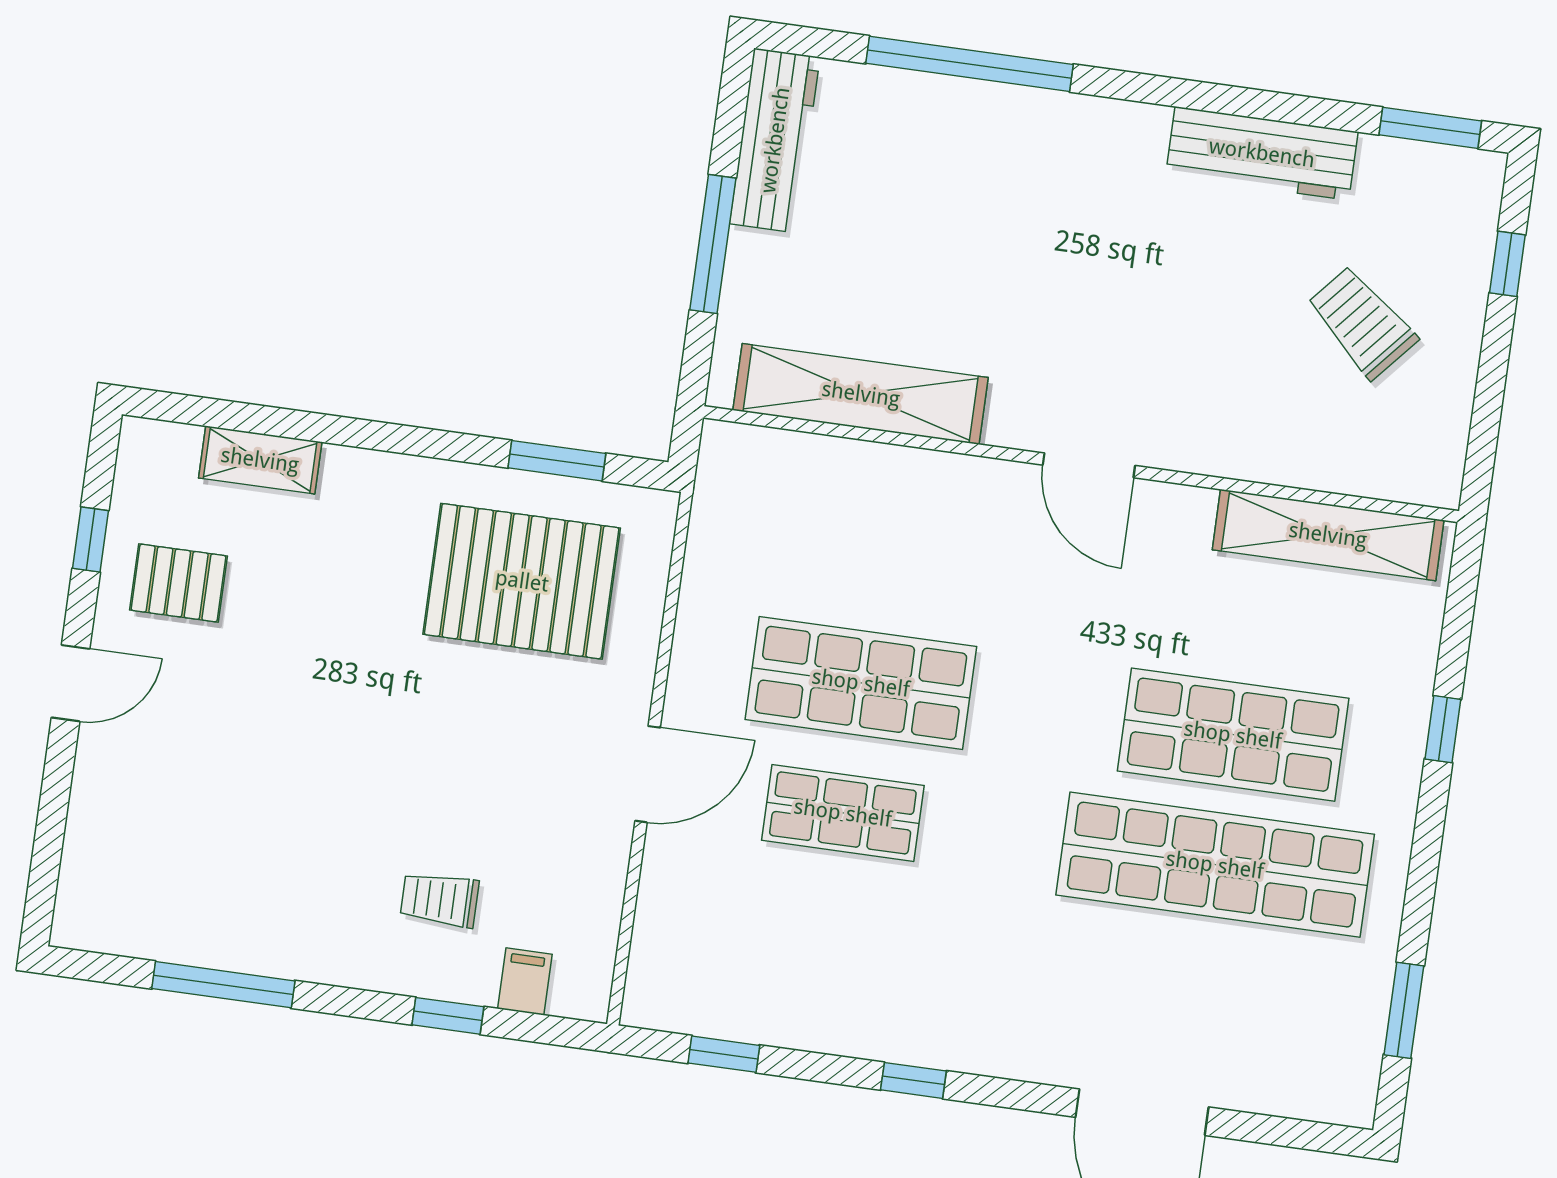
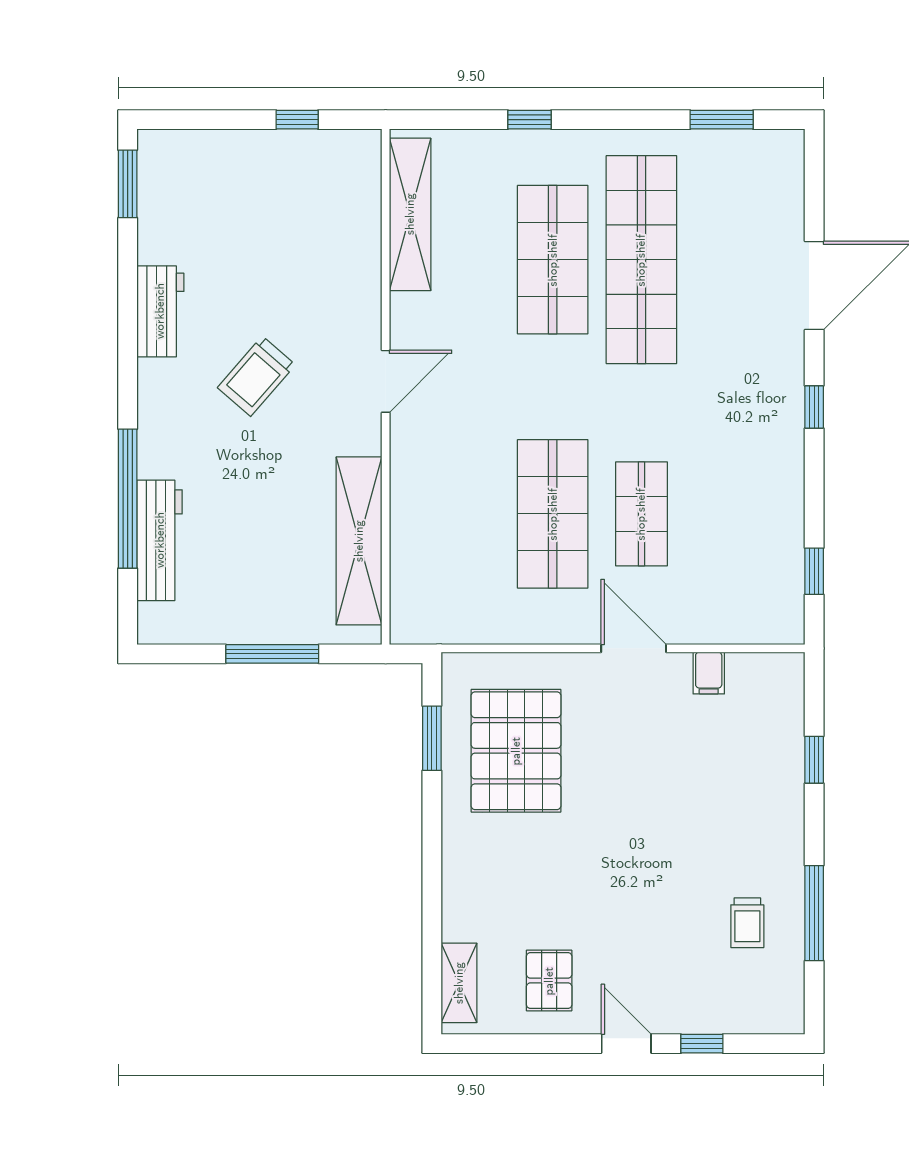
workbench: (775, 140) -> (160, 540), moved, turned 90
workbench: (1262, 153) -> (160, 311), width x0.73
window: (1507, 264) -> (297, 120), moved
trolley: (1362, 322) -> (256, 376), moved
shelving: (260, 460) -> (459, 983), moved
window: (90, 540) -> (702, 1044), moved
trolley: (440, 900) -> (747, 923), moved
filing cabinet: (525, 981) -> (709, 673), moved, turned -90
window: (913, 1080) -> (814, 407), moved

